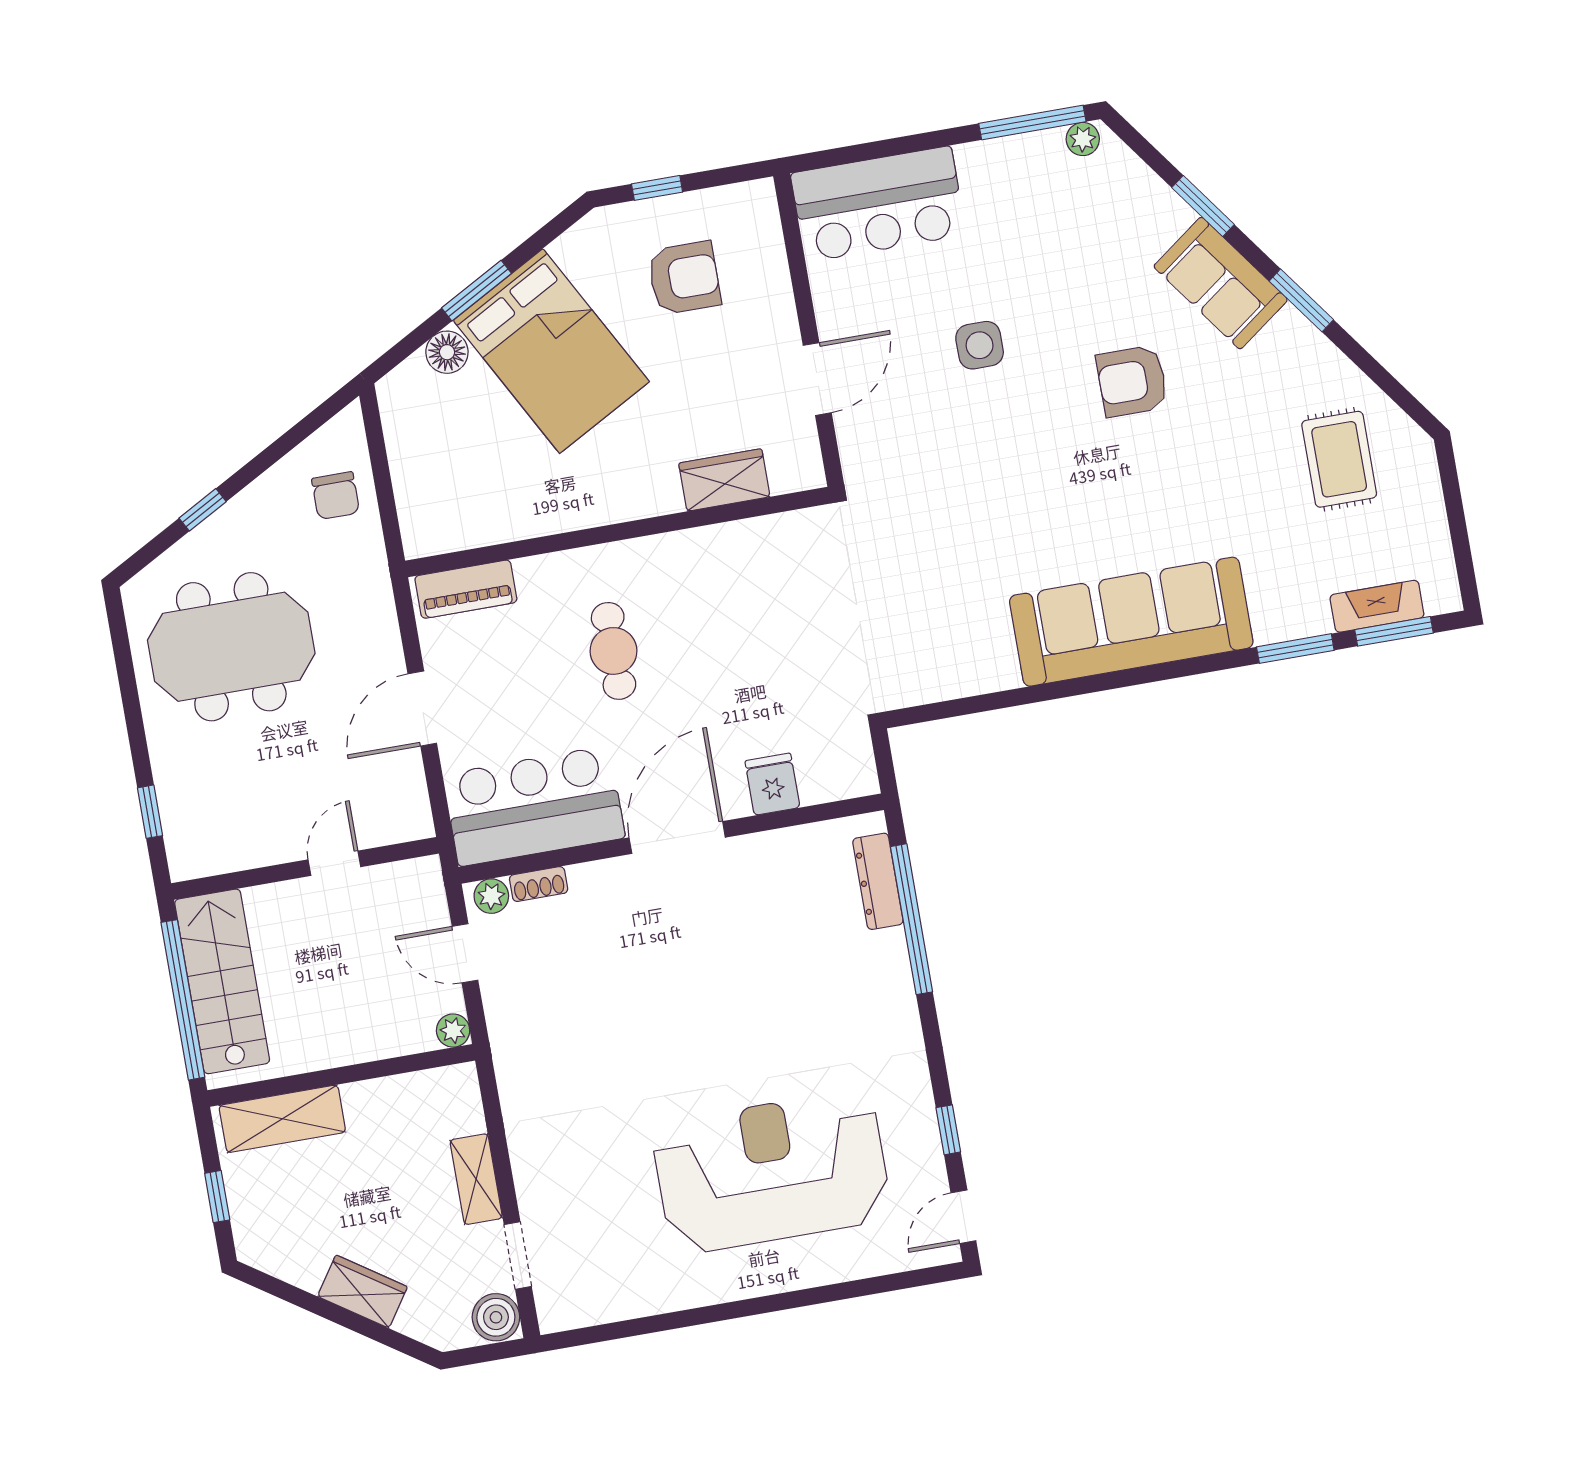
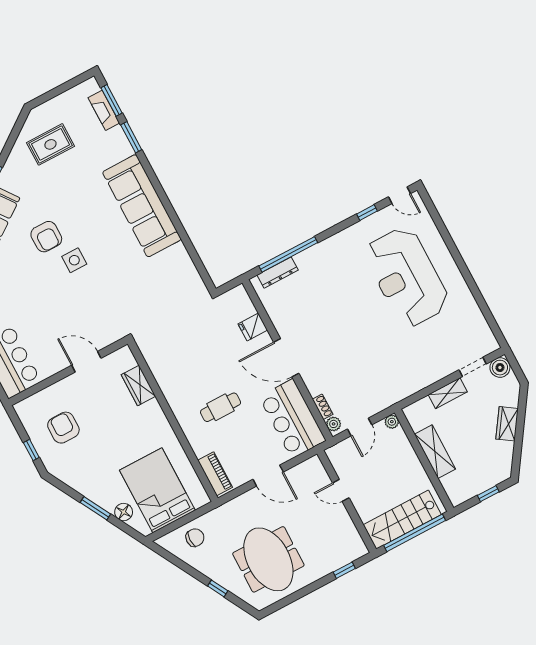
side table: (980, 345) -> (74, 260), moved
bed: (551, 351) -> (157, 490), moved, turned -61
shelving: (282, 1119) -> (435, 452), moved

